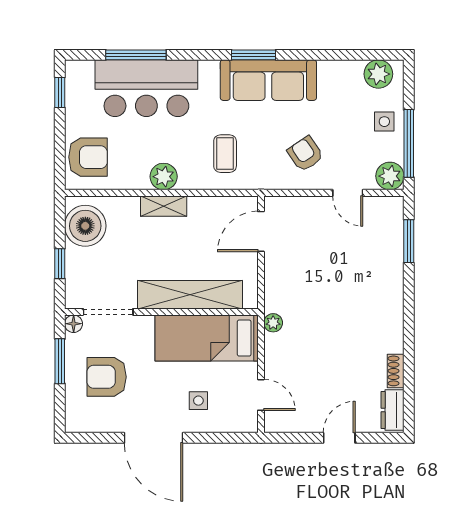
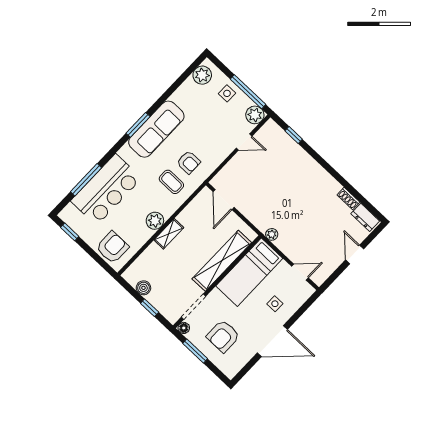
armchair: (305, 154) -> (189, 162), moved, turned -146
boiler: (85, 226) -> (143, 288), width x0.54, depth x0.54
window: (409, 241) -> (294, 135), width x0.67

